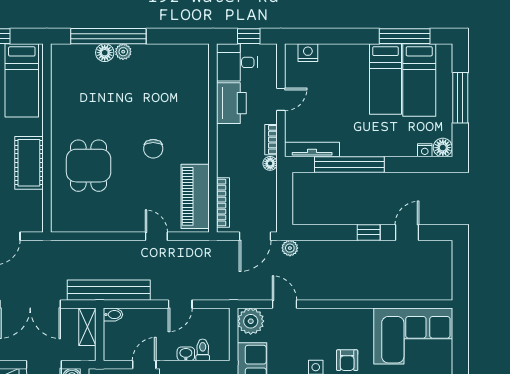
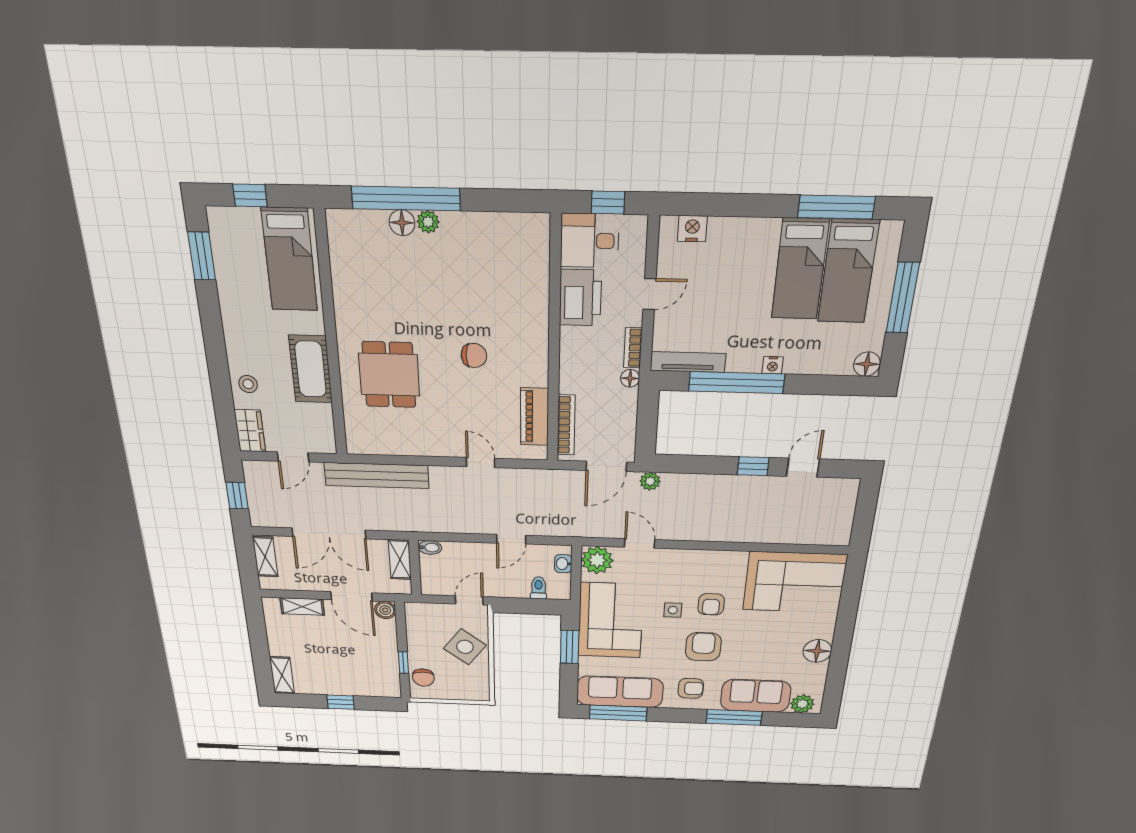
chair: (153, 149) -> (474, 355), turned -90
nightstand: (425, 150) -> (773, 365), moved
piano: (195, 196) -> (534, 417), width x0.73, depth x0.75
bench: (109, 290) -> (377, 476), moved
washbasin: (186, 354) -> (563, 564), moved, turned -90

